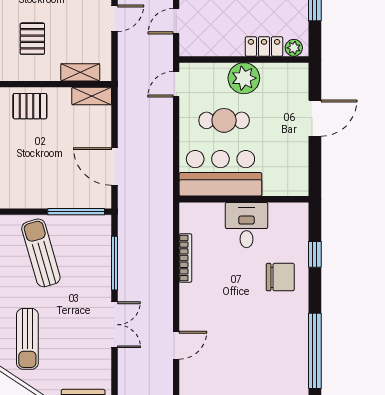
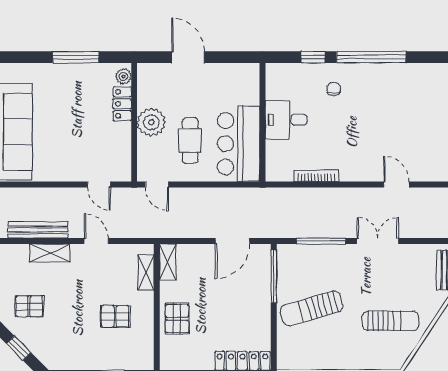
chair: (280, 277) -> (334, 89), width x0.54, depth x0.54
window: (315, 351) -> (371, 57), moved

